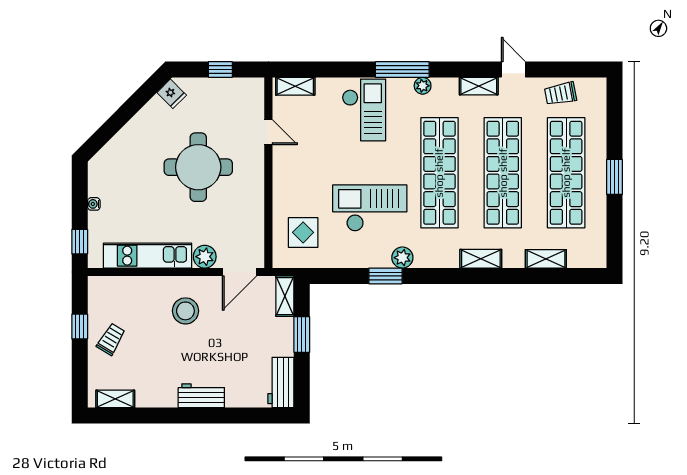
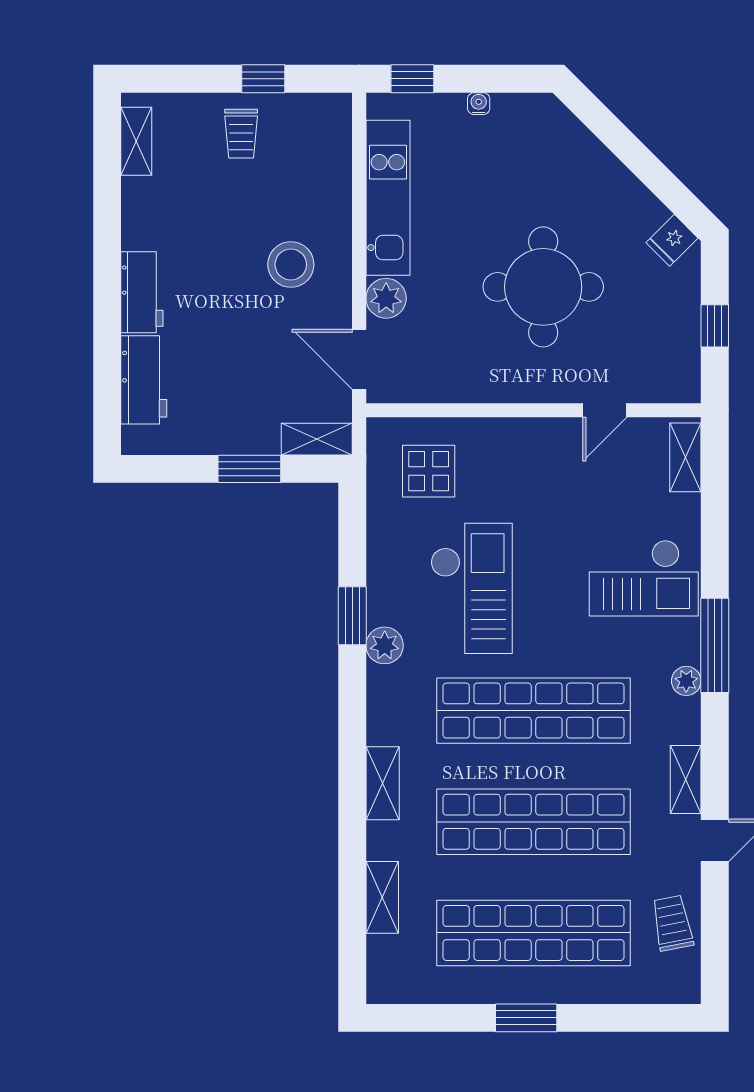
trolley: (111, 339) -> (241, 134), turned 59
workbench: (281, 382) -> (144, 380), moved, turned 90

